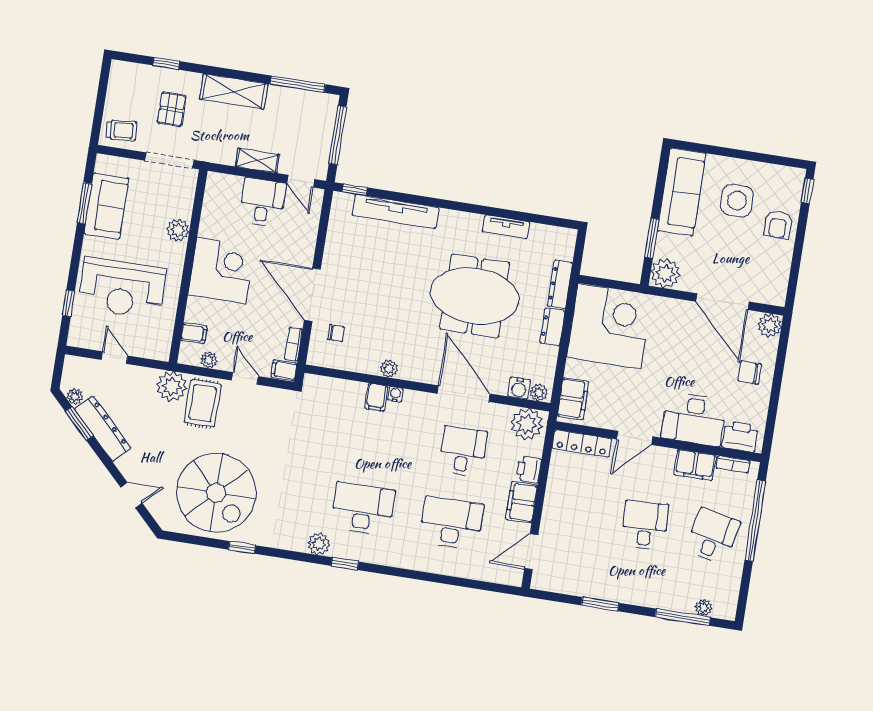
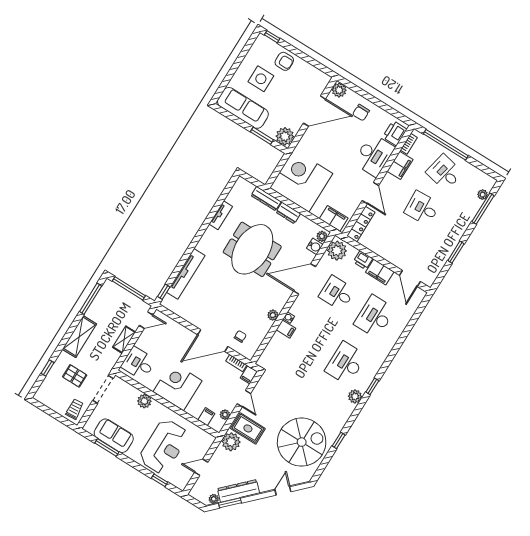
desk: (262, 202) -> (138, 363), moved
door: (245, 378) -> (244, 399), swing flipped

